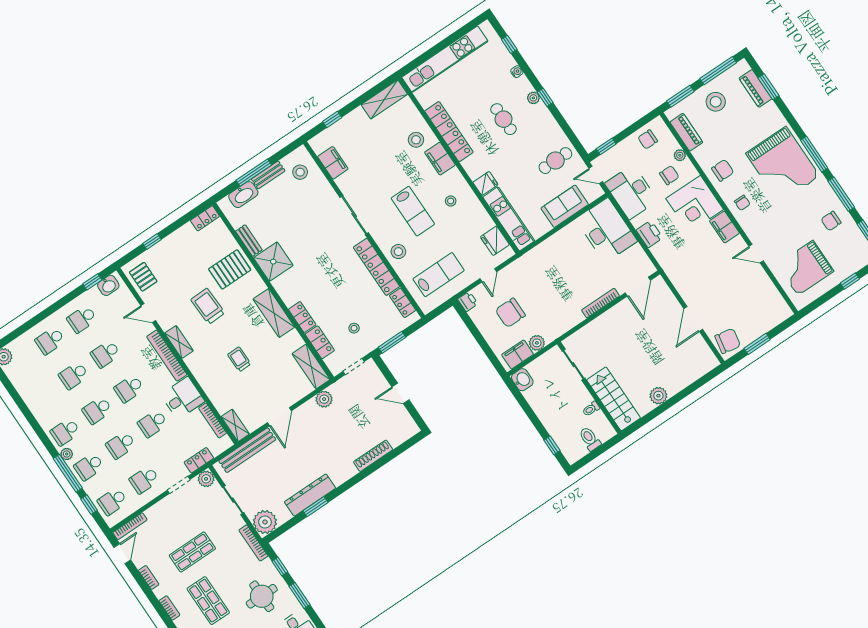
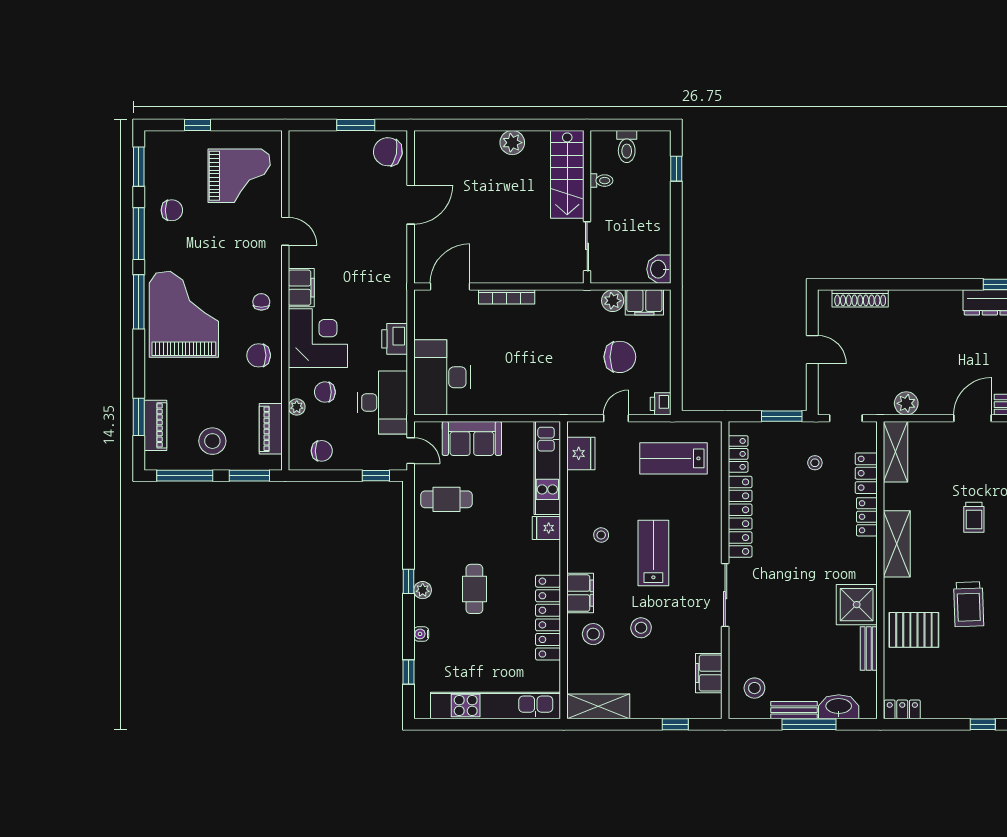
stool: (398, 252) -> (641, 628), moved
shoe rack: (373, 456) -> (860, 298), moved

